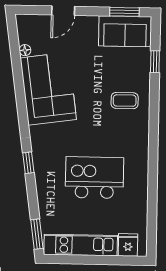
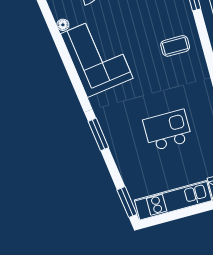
window: (28, 163) -> (98, 134), width x1.50
kitchen island: (94, 178) -> (167, 130), width x0.73, depth x0.78

